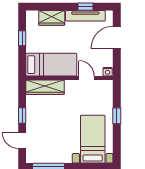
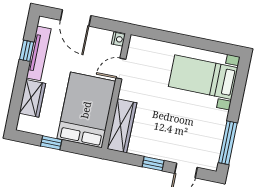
bed: (51, 65) -> (86, 110), width x1.50
window: (117, 116) -> (179, 39), removed

